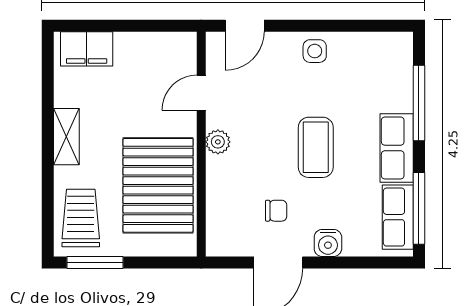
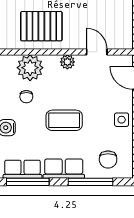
chair: (381, 74) -> (108, 160), added
pallet: (158, 185) -> (41, 26), width x0.73, depth x0.71
plant: (228, 204) -> (30, 68), added

